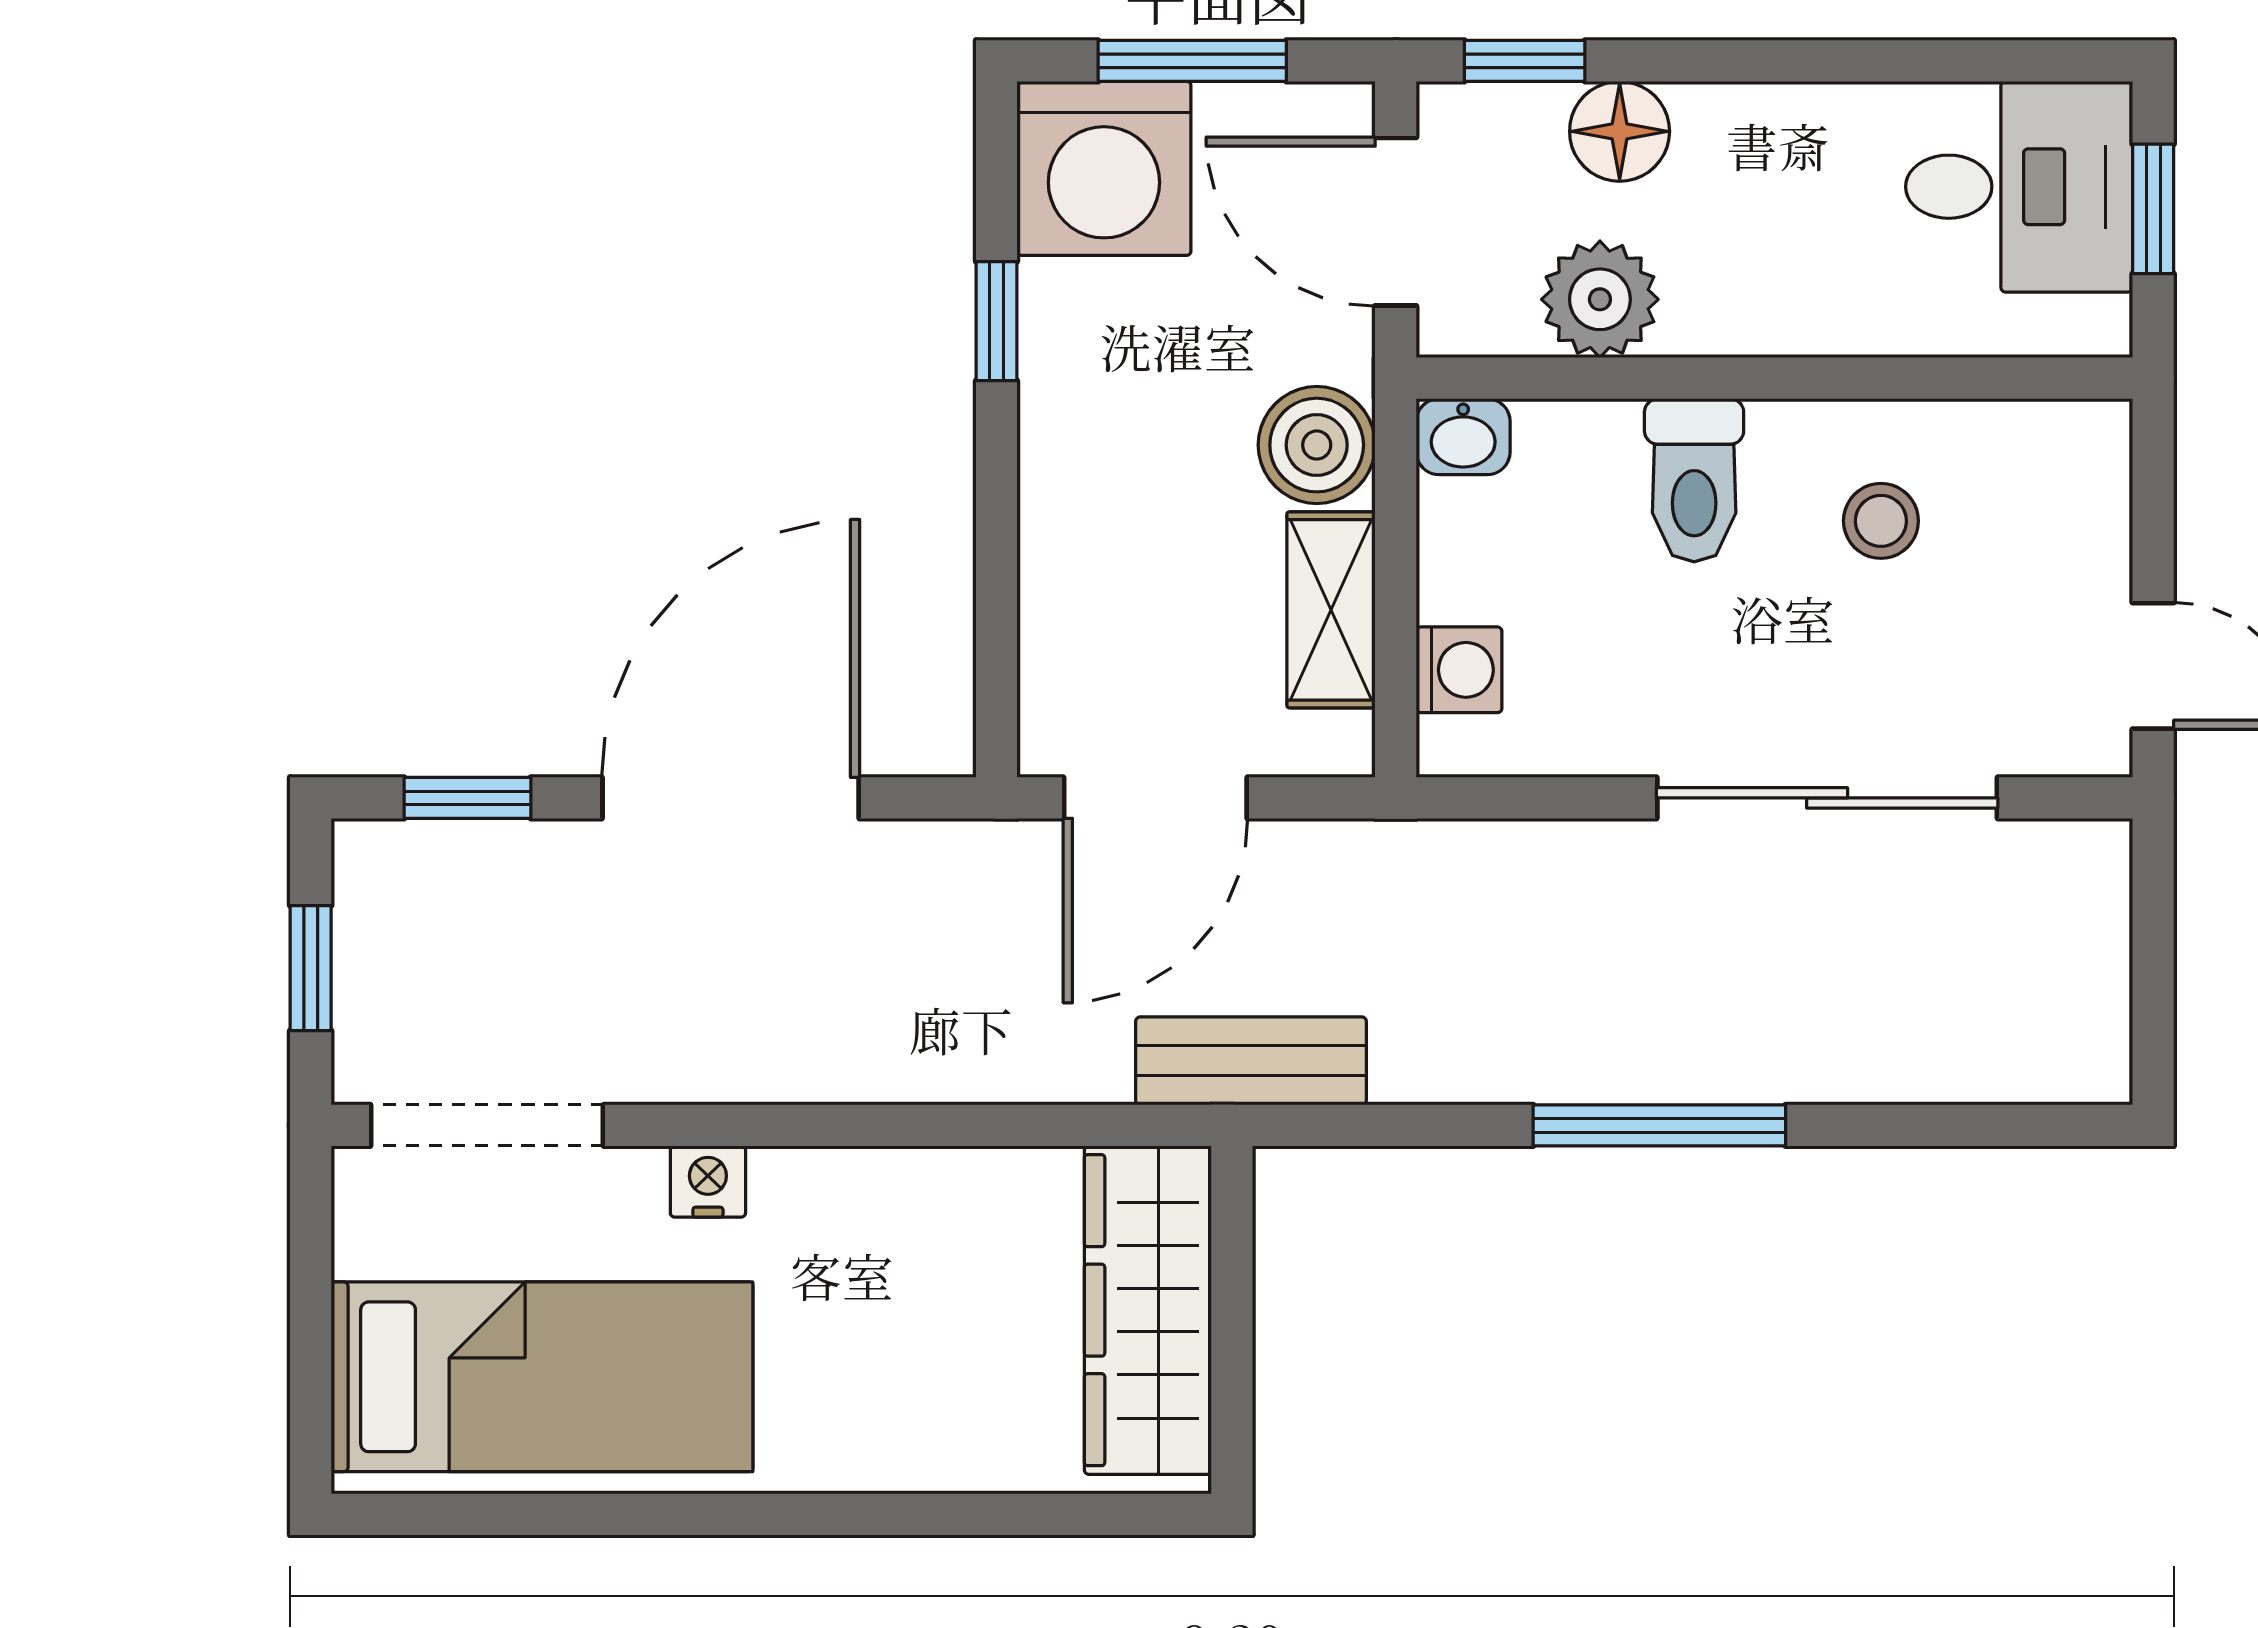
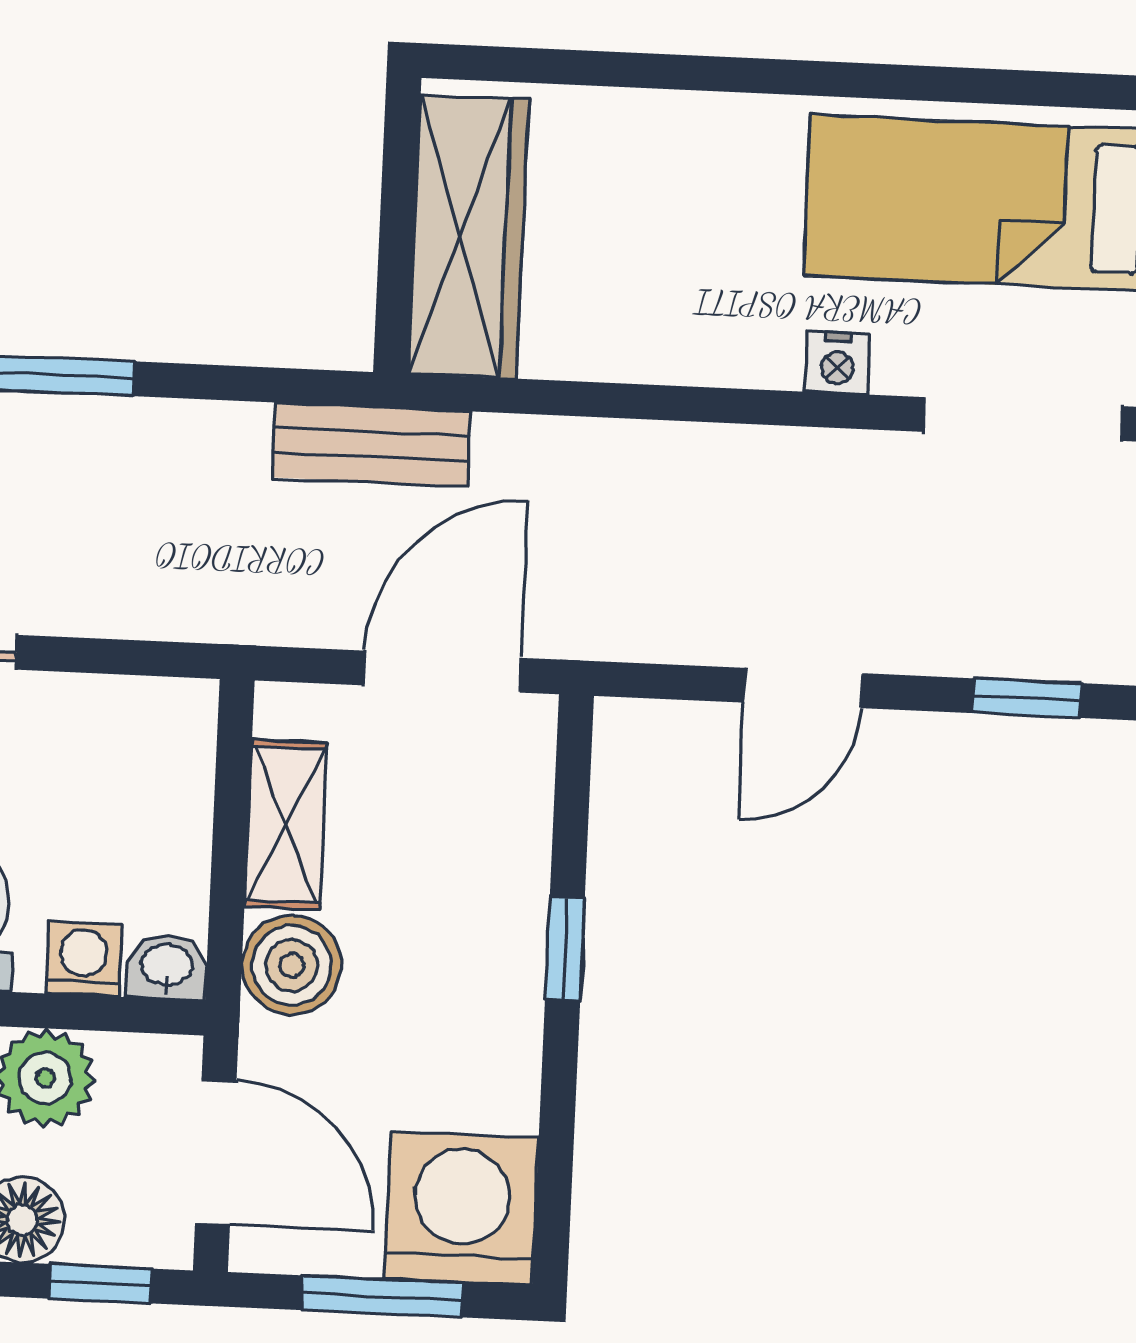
window: (996, 321) -> (565, 949), moved
washing machine: (1459, 670) -> (84, 959), moved, turned 90
door: (731, 798) -> (803, 688), width x0.53

